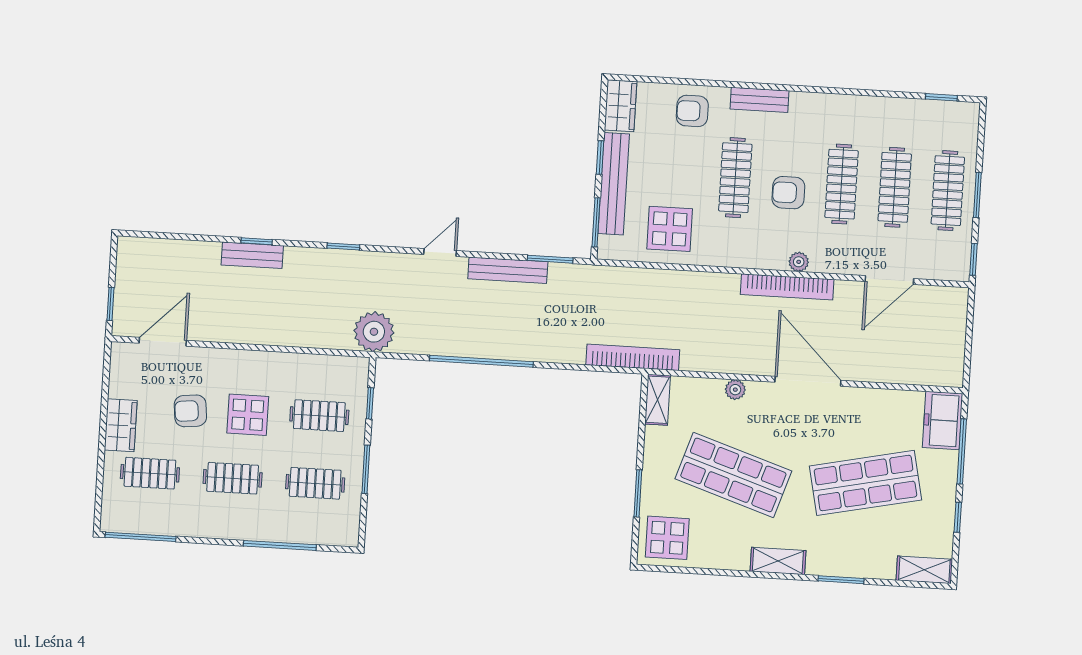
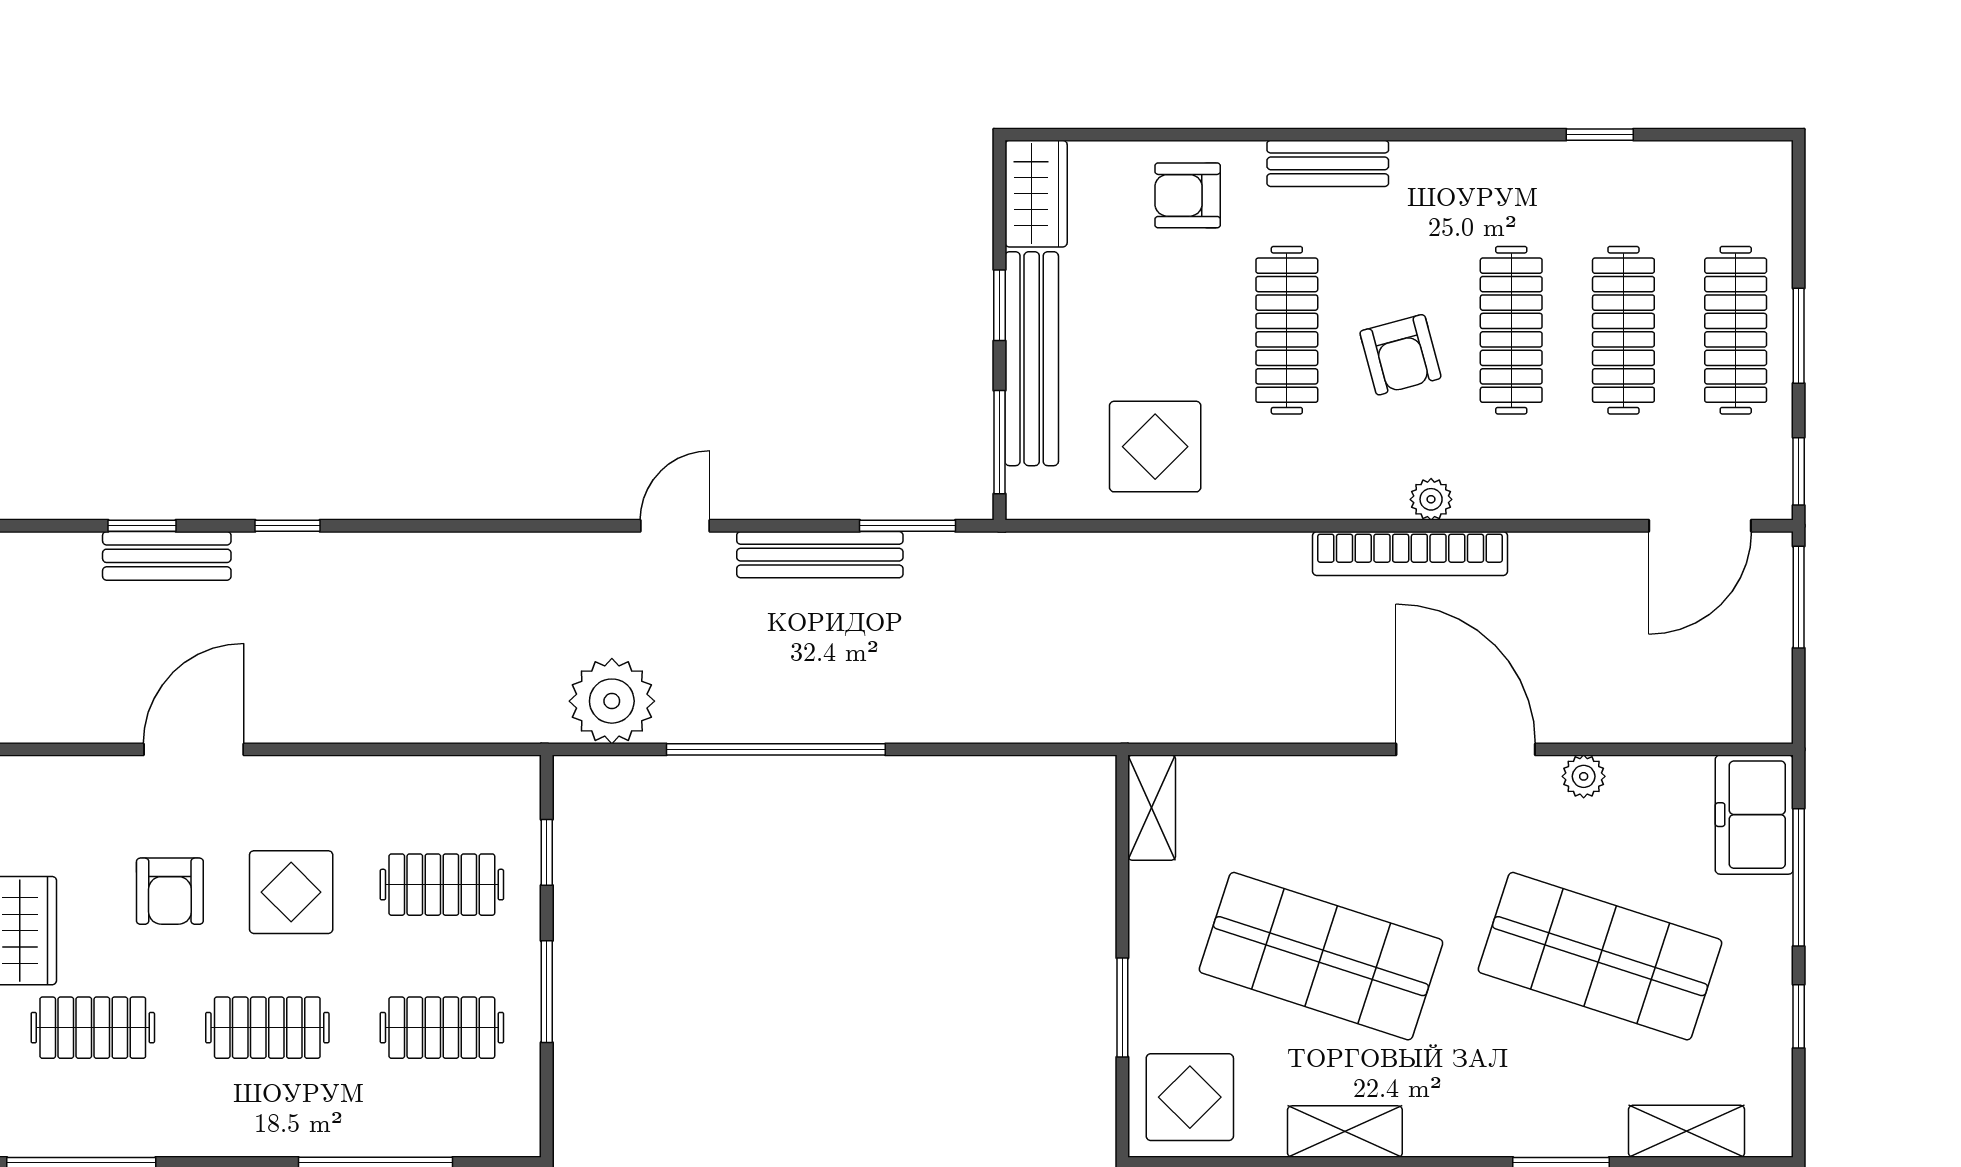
window: (941, 97) -> (1600, 135), moved
armchair: (788, 193) -> (1400, 355), turned -105
window: (343, 247) -> (142, 526), moved
bench: (252, 255) -> (167, 556), moved
door: (889, 280) -> (1700, 526), moved
window: (970, 319) -> (1799, 597), added
plant: (374, 332) -> (612, 701), moved
door: (163, 342) -> (194, 749), moved
bookcase: (633, 357) -> (1094, 722), removed
plant: (735, 390) -> (1584, 776), moved
armchair: (190, 411) -> (170, 891), turned -84
shop shelf: (865, 483) -> (1600, 956), turned 30
shelving: (778, 561) -> (1345, 1132), moved
shelving: (924, 570) -> (1687, 1131), moved

